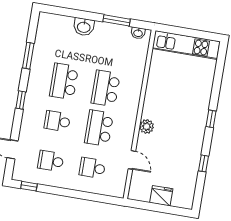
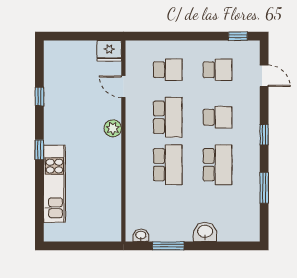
kitchen unit: (186, 45) -> (54, 184), moved, turned 90
fridge: (161, 196) -> (109, 51), moved

